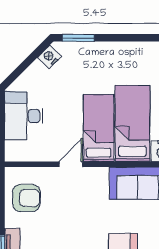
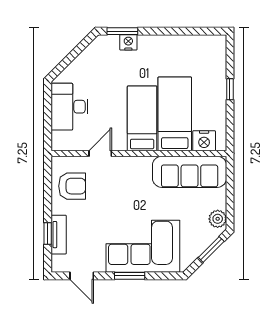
nightstand: (49, 57) -> (128, 42), moved, turned 45
door: (71, 164) -> (100, 153), moved

